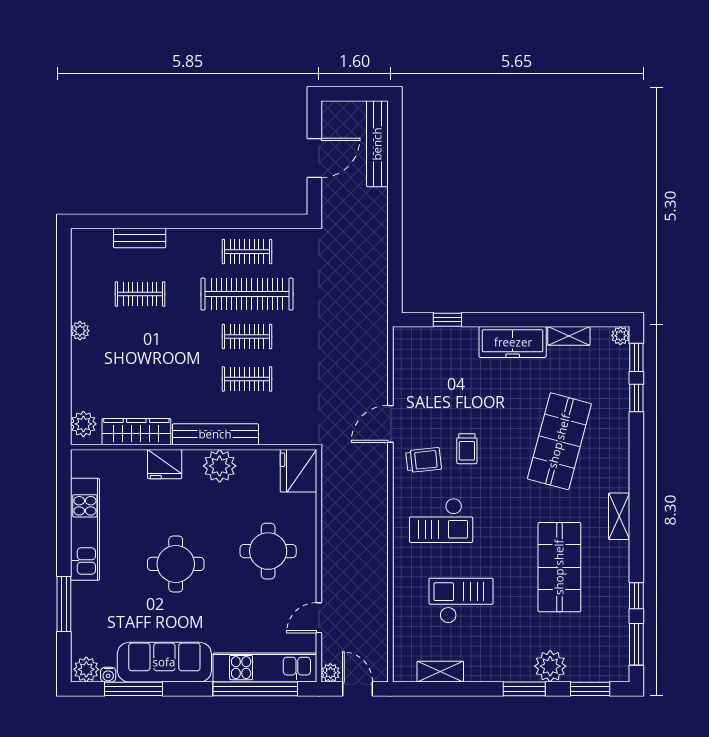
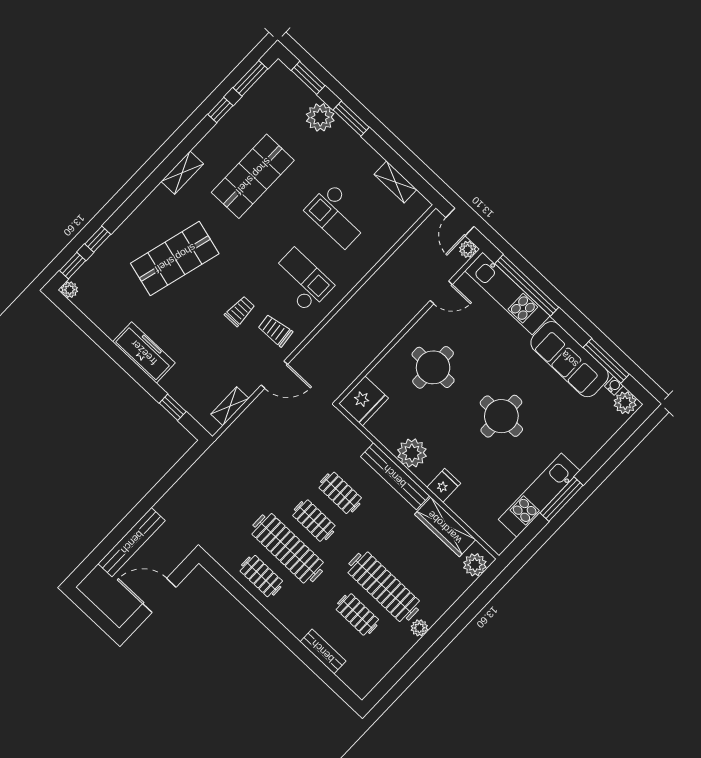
bench: (377, 144) -> (132, 542), moved
shelving: (569, 336) -> (230, 406), moved, turned 90
clothes rail: (140, 337) -> (384, 587), added
fridge: (165, 464) -> (444, 485), width x0.72
window: (64, 604) -> (562, 499), moved

